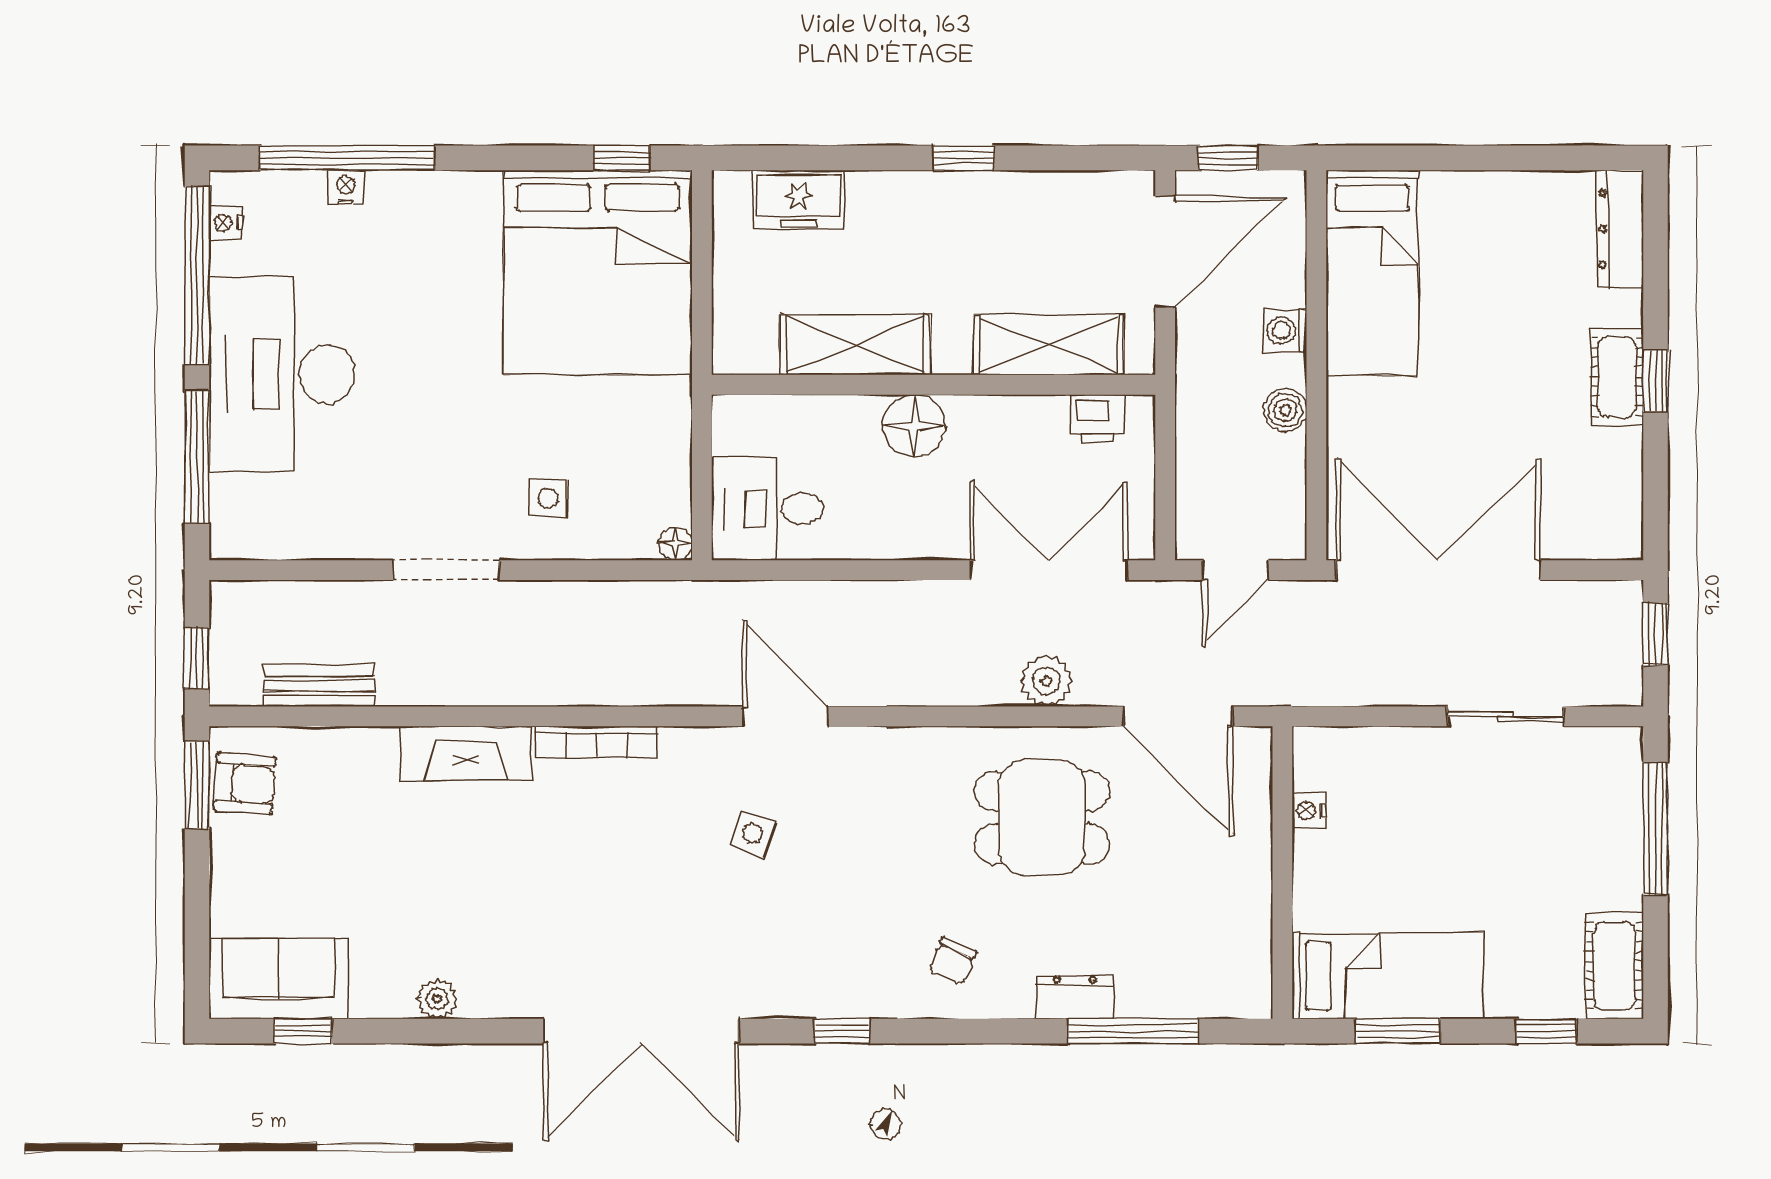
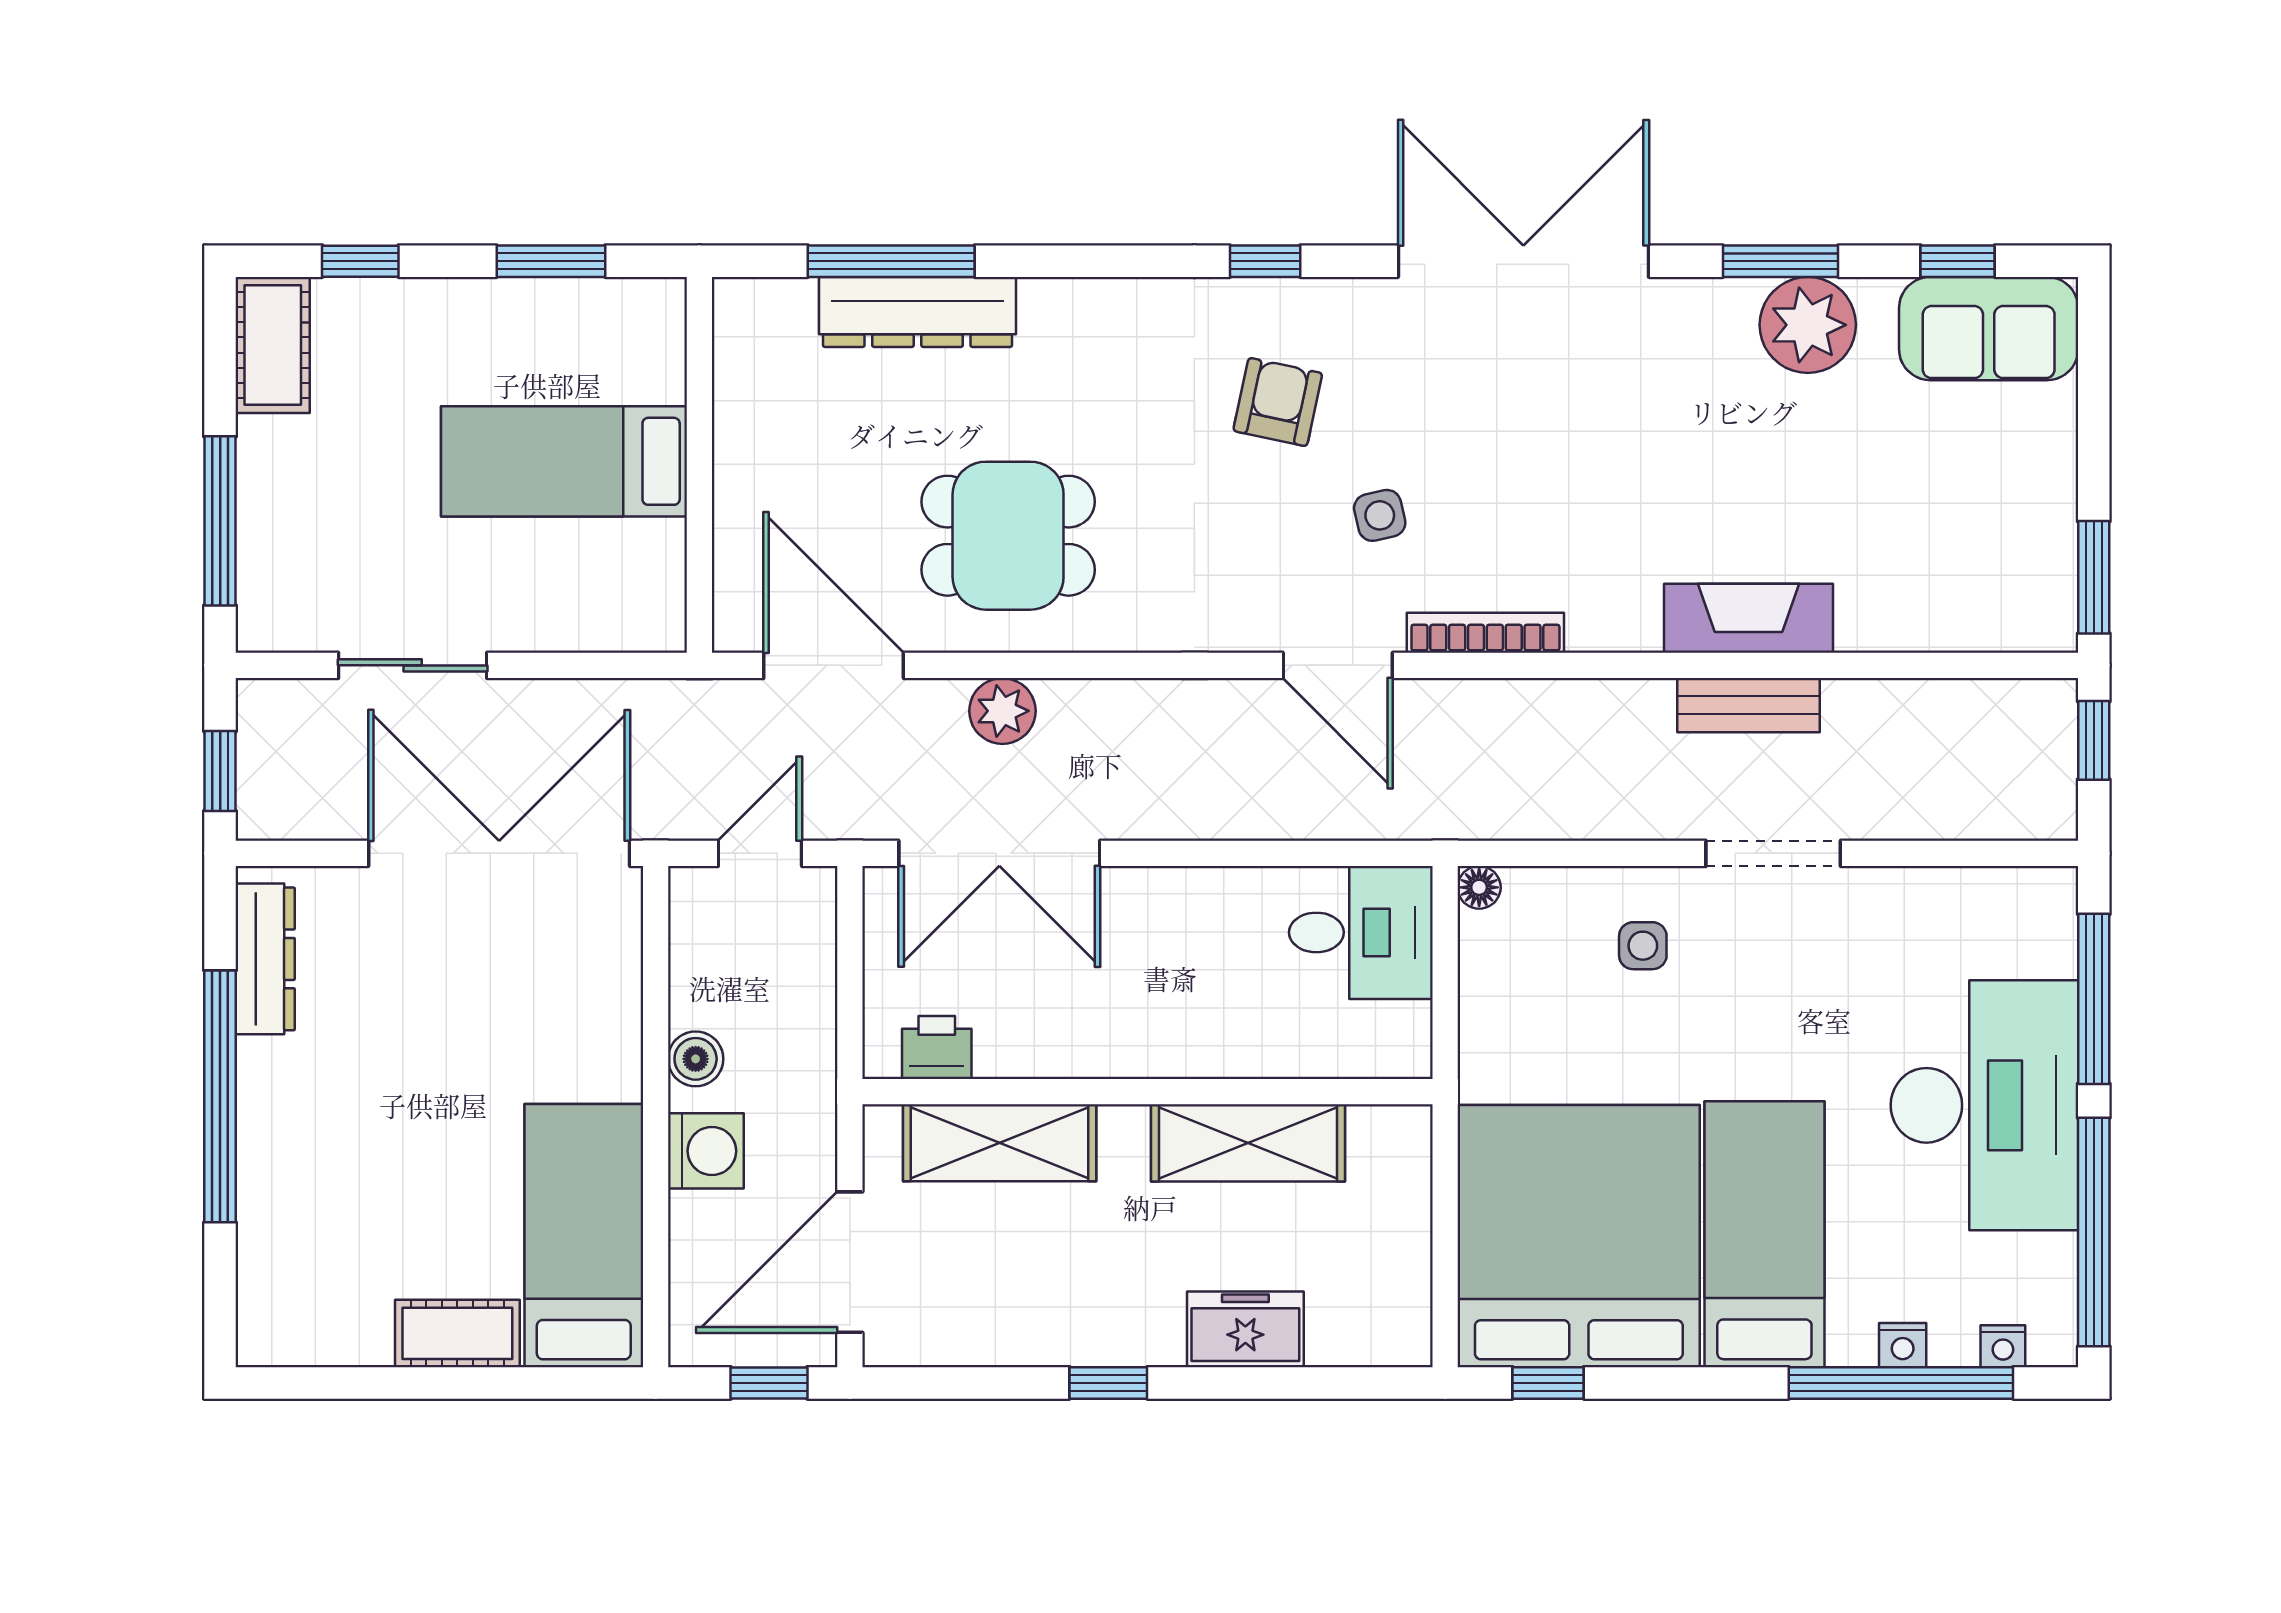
freezer: (799, 200) -> (1245, 1329), moved
nightstand: (226, 223) -> (2003, 1346), moved, turned 90
dresser: (1620, 229) -> (265, 959), moved
bed: (453, 274) -> (1764, 1234), added
washing machine: (1285, 330) -> (706, 1151), width x1.38, depth x1.38
cot: (1617, 377) -> (457, 1333), moved, turned 90
window: (1655, 381) -> (220, 1096), width x3.17
floor lamp: (914, 426) -> (1173, 1039), removed
double door: (1438, 570) -> (499, 853), swing flipped
bench: (319, 686) -> (1749, 705), moved
bookcase: (596, 742) -> (1485, 633), moved
armchair: (245, 784) -> (1278, 402), moved, turned 98
nightstand: (1309, 810) -> (665, 545), removed
side table: (753, 833) -> (1380, 515), turned -33
chair: (953, 961) -> (1123, 351), removed
bed: (1388, 976) -> (564, 461), moved
dresser: (1075, 997) -> (917, 312), width x1.96, depth x1.24
plant: (437, 999) -> (1808, 325), width x1.87, depth x1.87
window: (441, 1031) -> (1780, 261), added

